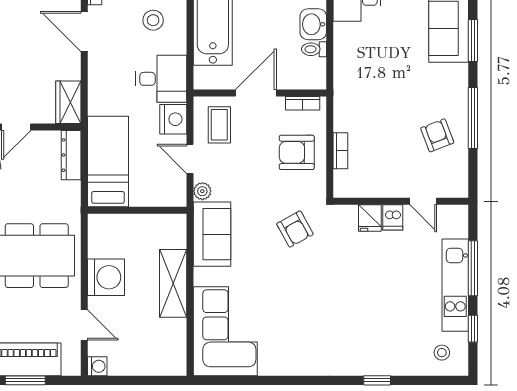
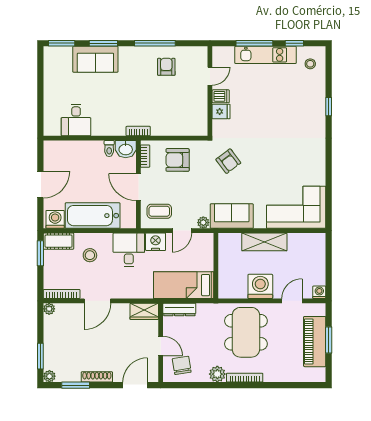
washbasin: (313, 24) -> (126, 149), moved
armchair: (437, 135) -> (166, 67), turned 111
bookcase: (340, 151) -> (138, 131), moved
armchair: (297, 152) -> (178, 160), turned 90
armchair: (295, 229) -> (228, 161), turned 82

